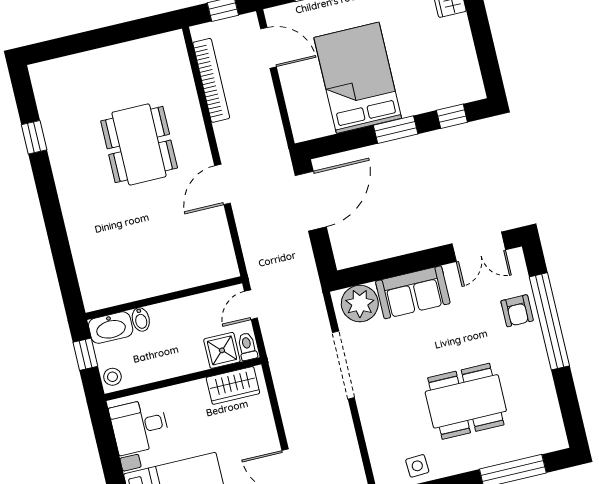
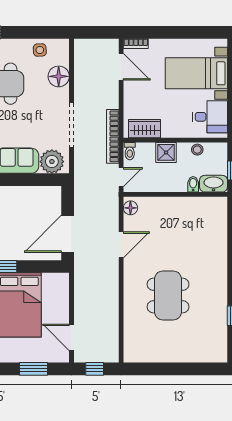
bookcase: (211, 80) -> (113, 136), moved
door: (223, 184) -> (121, 245), moved
floor lamp: (226, 262) -> (130, 208), added
shower: (222, 350) -> (166, 152), moved
stool: (112, 377) -> (197, 150), moved
floor lamp: (380, 433) -> (59, 76), added

